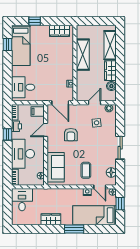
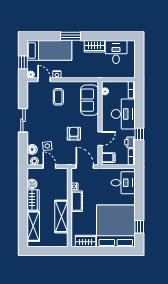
window: (35, 21) -> (111, 251), removed
bed: (21, 45) -> (116, 226), width x2.04
cot: (68, 69) -> (77, 201), added
door: (94, 103) -> (49, 167), swing flipped
floor lamp: (111, 172) -> (32, 149), moved
desk: (22, 200) -> (116, 52), moved, turned 180

